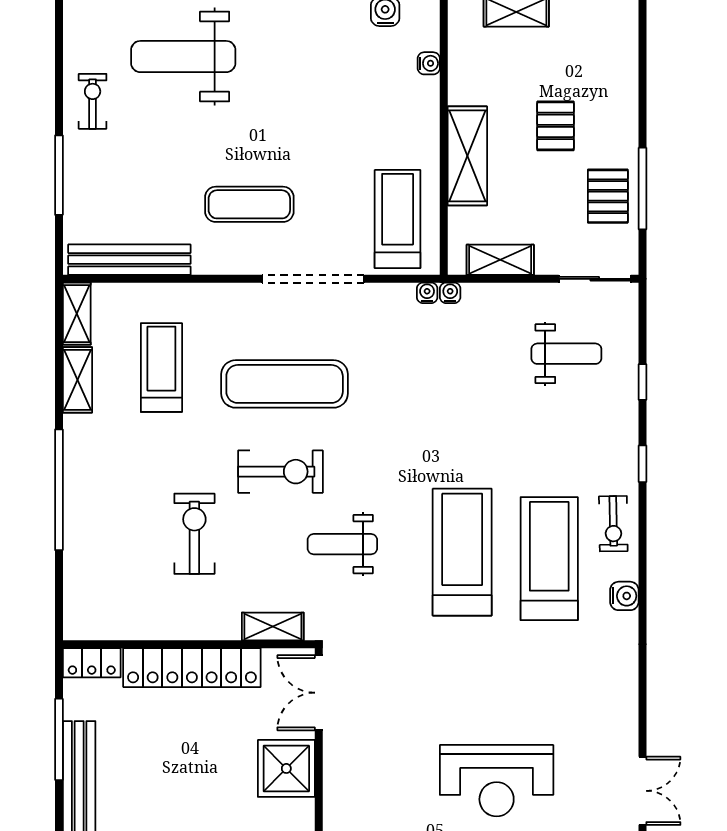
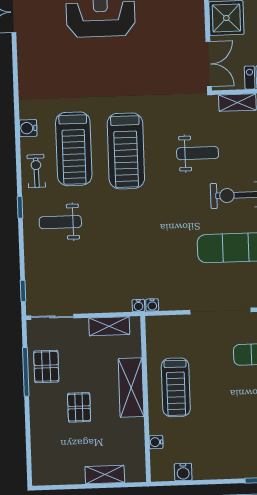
treadmill: (398, 219) -> (176, 387), moved
weight bench: (566, 354) -> (60, 222), moved
window: (642, 382) -> (23, 291), moved

